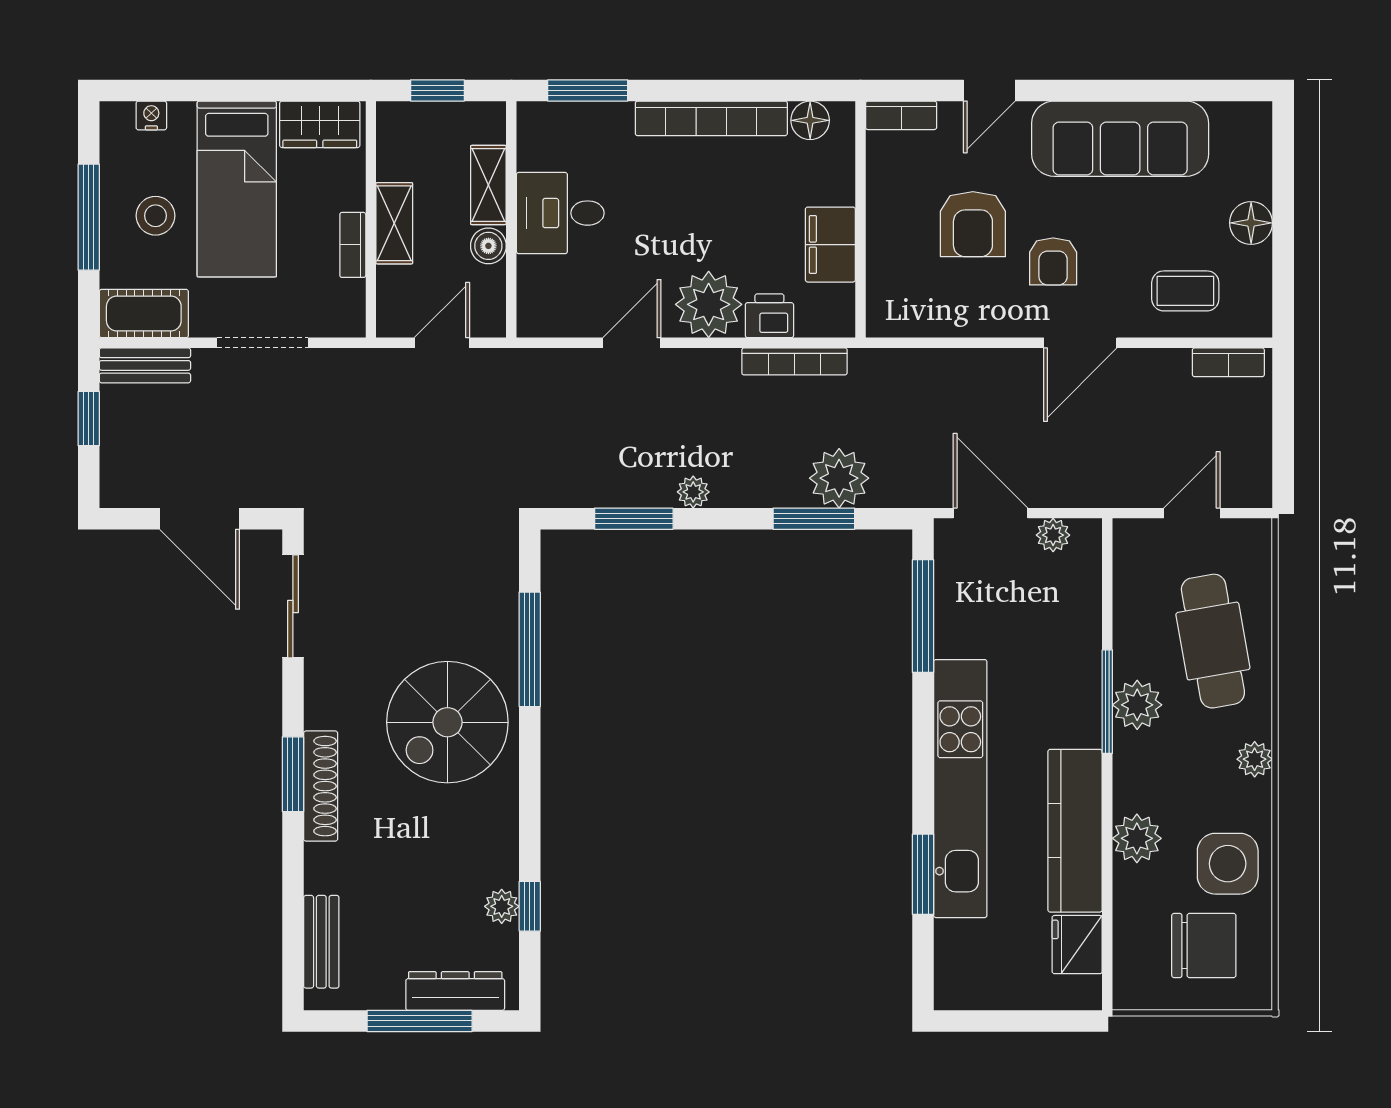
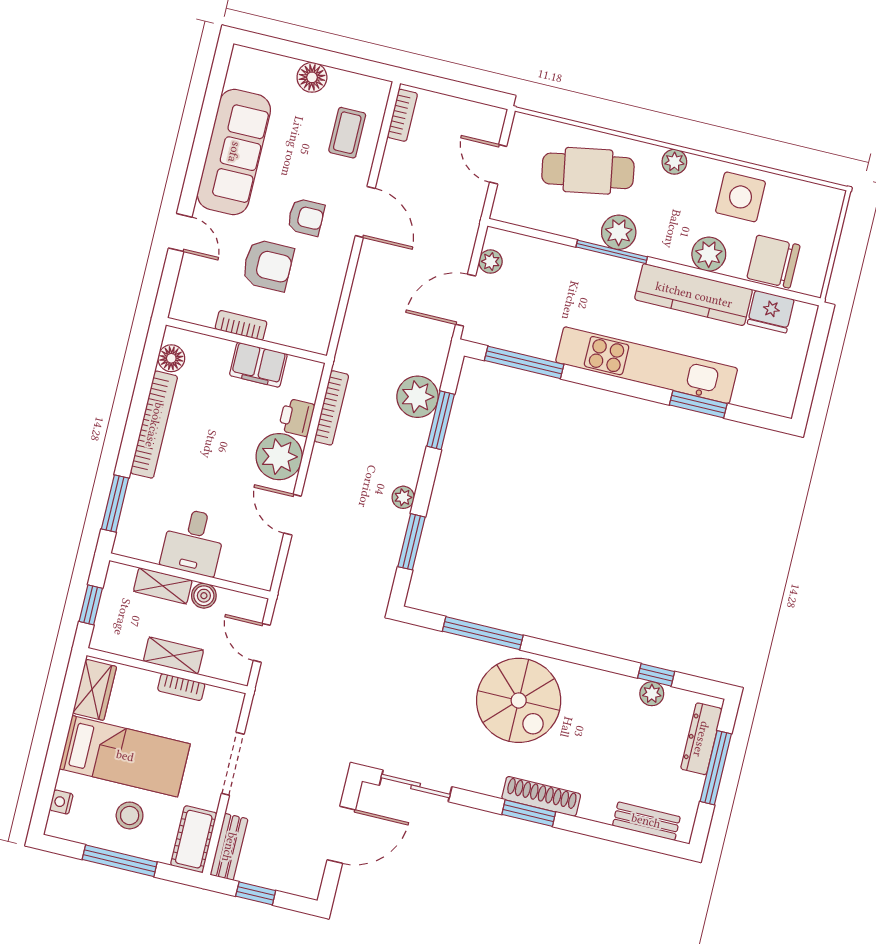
bookcase: (901, 115) -> (241, 325), moved, turned -90
chair: (1204, 945) -> (773, 262), moved, turned -90

